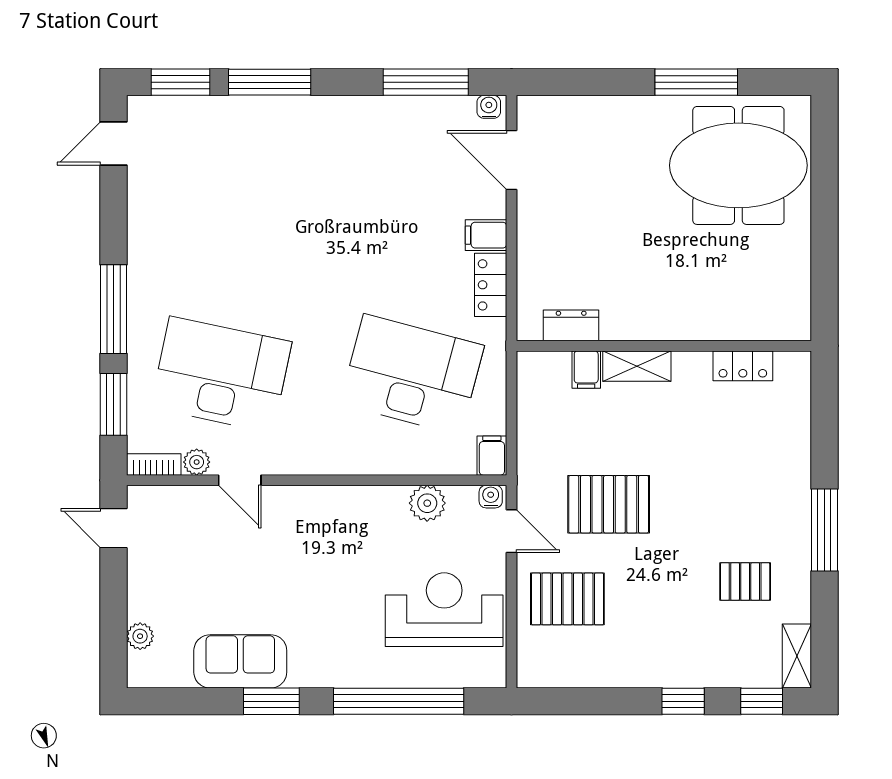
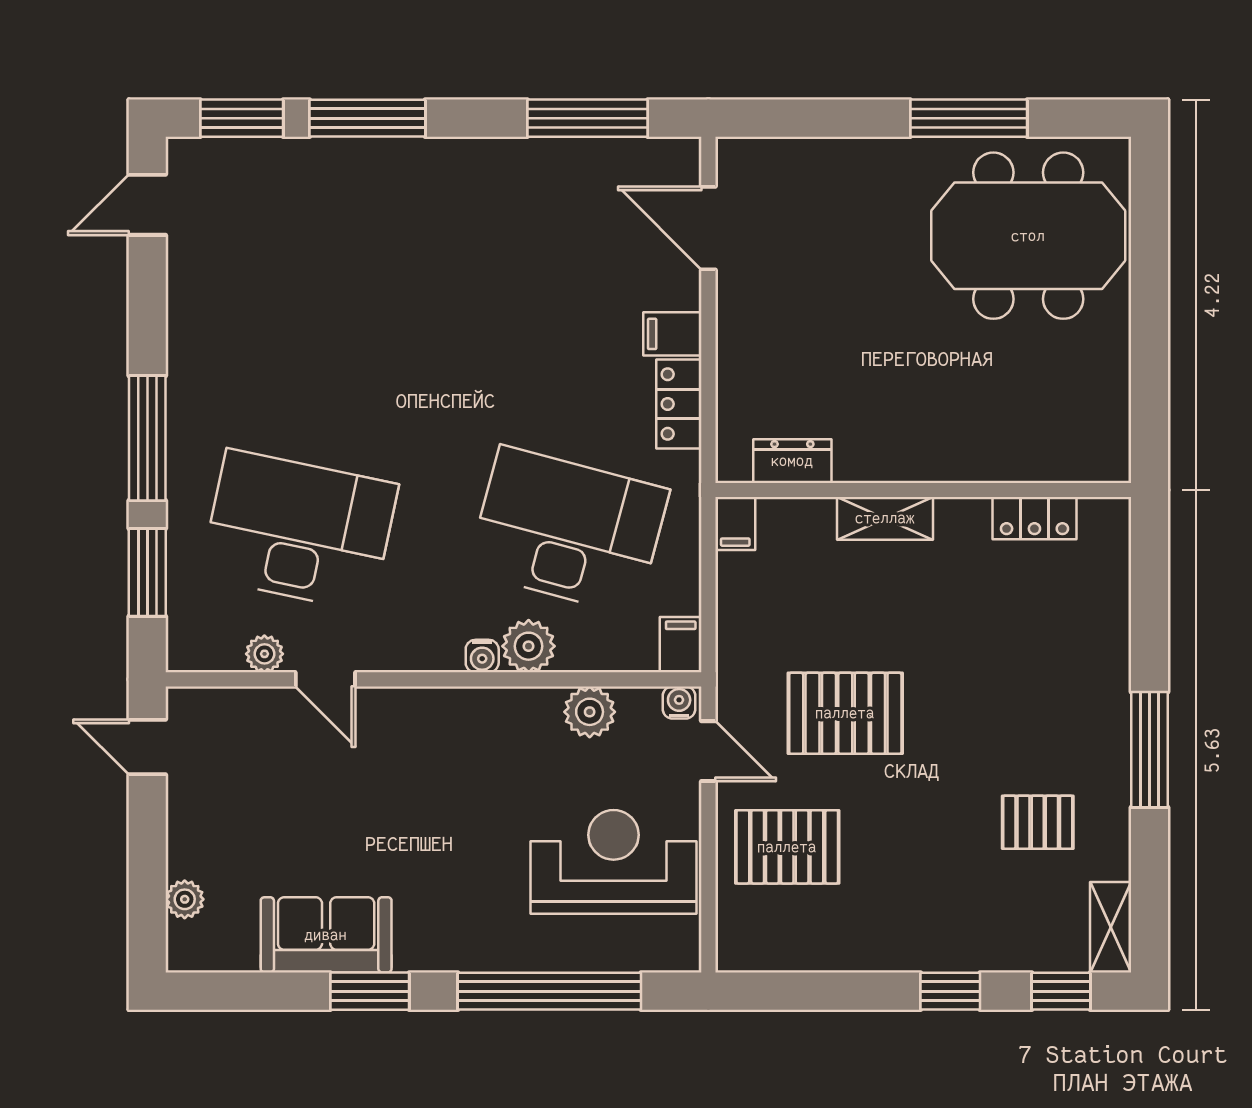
water cooler: (489, 107) -> (482, 656), moved, turned 180
filing cabinet: (586, 370) -> (735, 523), moved
plant: (384, 457) -> (529, 646), added
bookcase: (154, 464) -> (204, 657), removed

